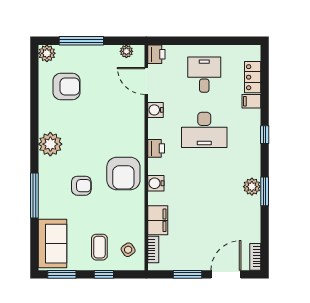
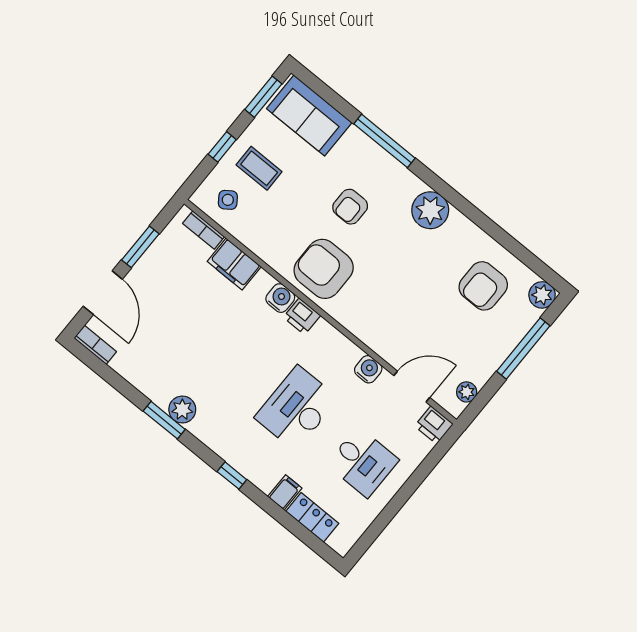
printer: (156, 148) -> (302, 316), moved

